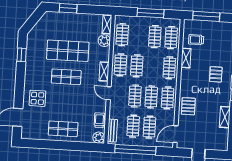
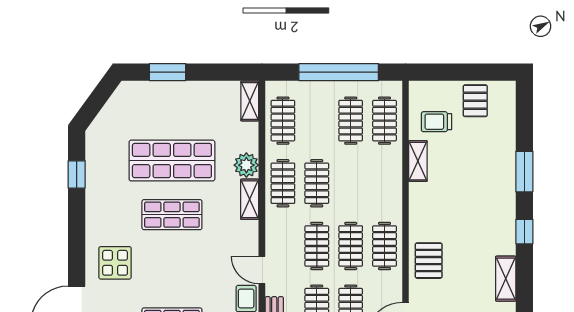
window: (150, 13) -> (339, 72), width x1.46
window: (206, 16) -> (455, 72), removed
plant: (104, 41) -> (246, 165), moved
clothes rail: (169, 68) -> (385, 183), removed
pallet: (216, 74) -> (475, 101), moved
door: (109, 93) -> (262, 270), moved

